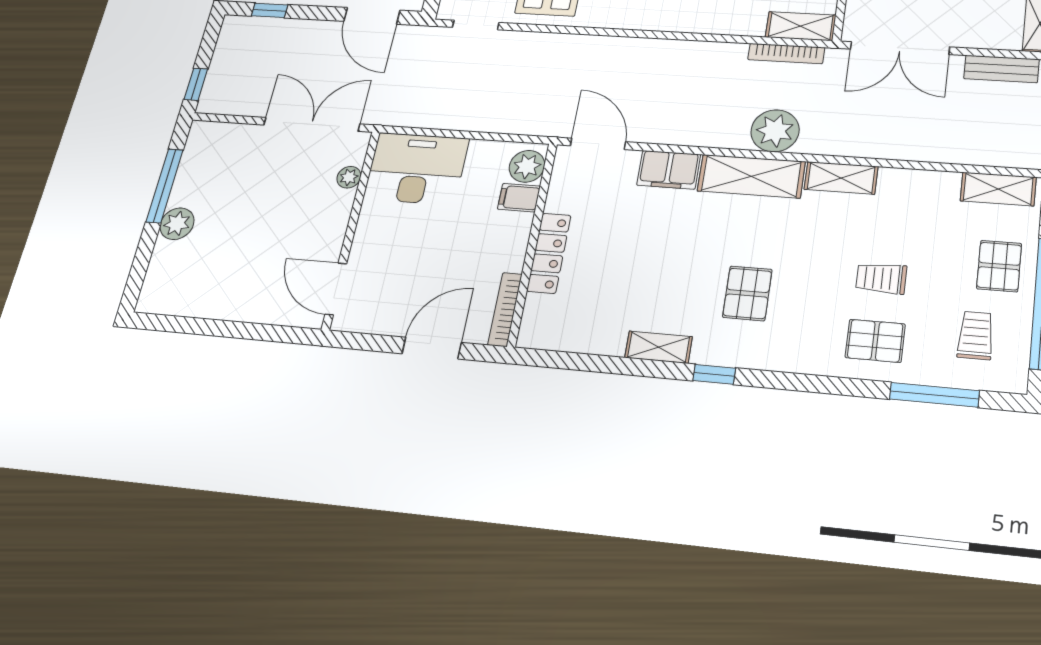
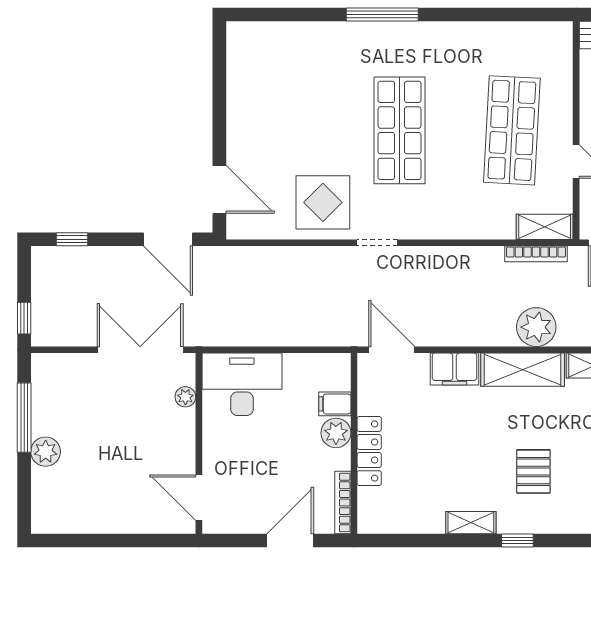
doorway: (476, 25) -> (377, 243), moved
plant: (527, 166) -> (336, 433), moved

